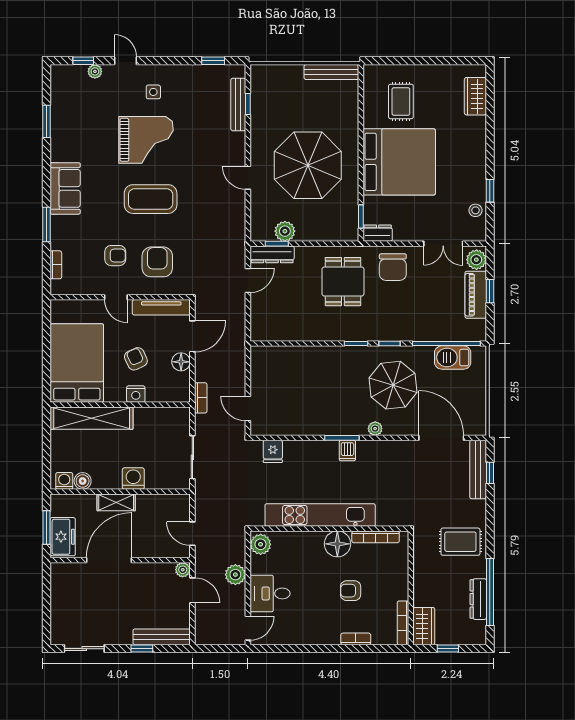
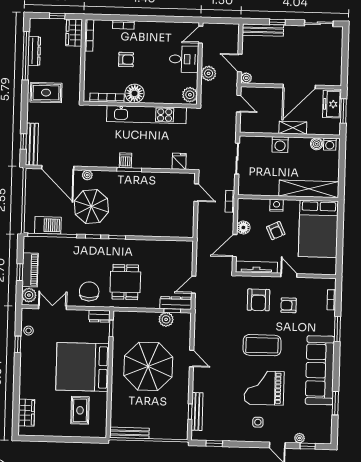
sofa: (65, 188) -> (320, 370), width x1.85, depth x1.27
plant: (375, 429) -> (87, 175), moved

